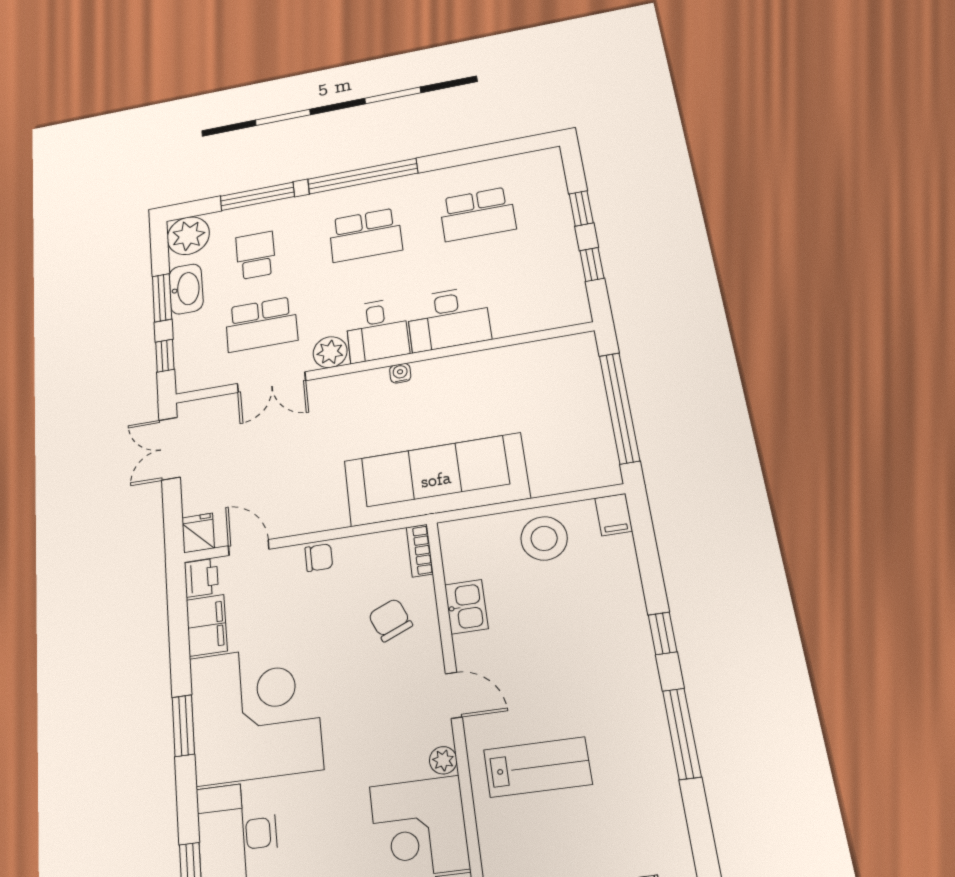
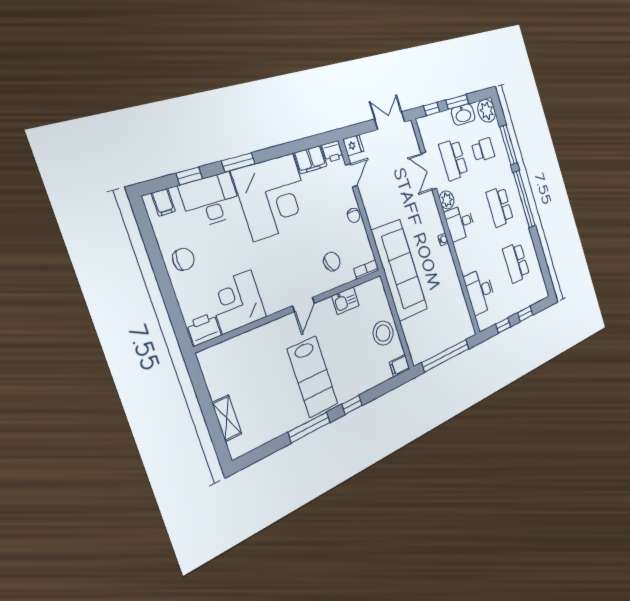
desk: (448, 319) -> (480, 291), moved
window: (183, 726) -> (238, 162), moved
plant: (443, 760) -> (272, 307), removed
lab bench: (538, 767) -> (313, 377), moved, width x1.36, depth x1.39

